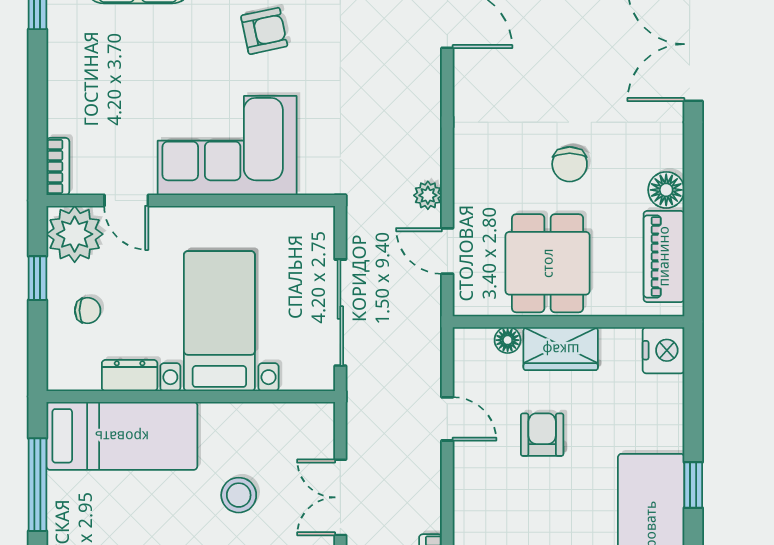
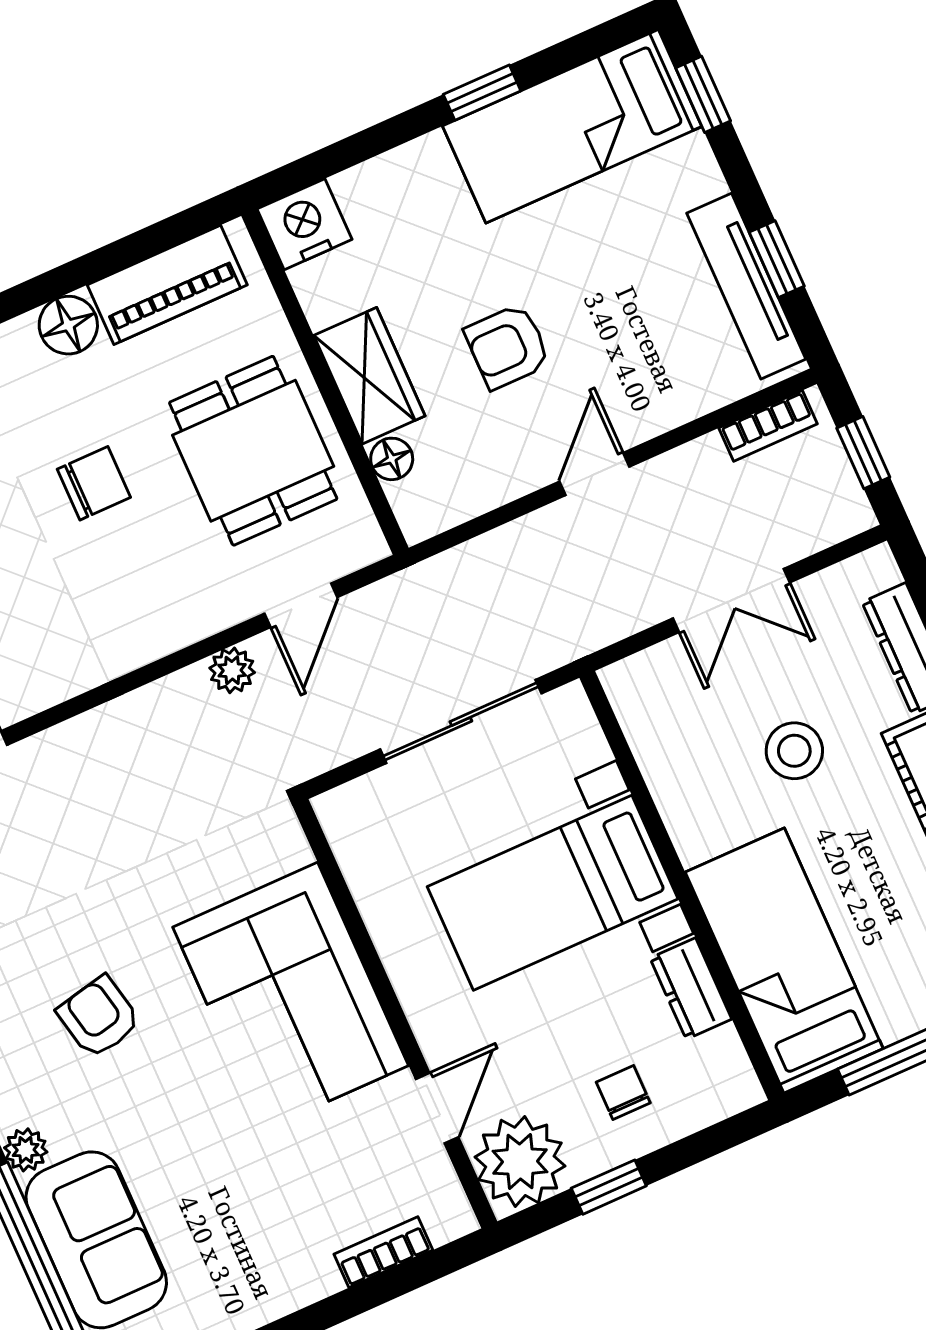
bookcase: (58, 166) -> (383, 1252), moved
dining table: (548, 263) -> (253, 451), turned 90
door: (447, 419) -> (594, 474), moved

